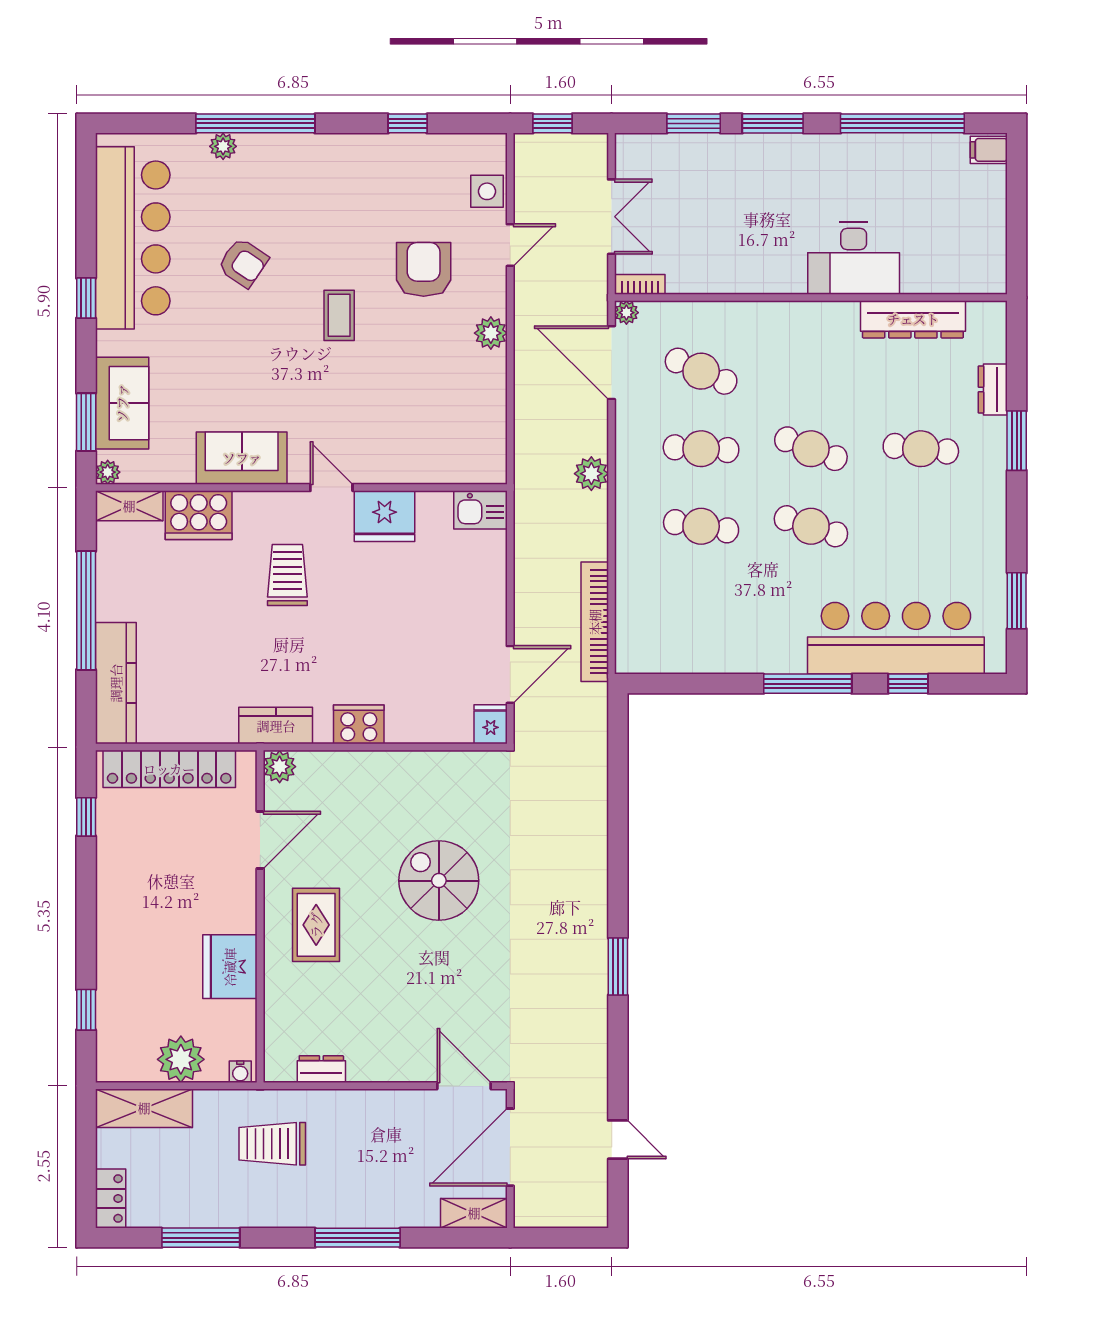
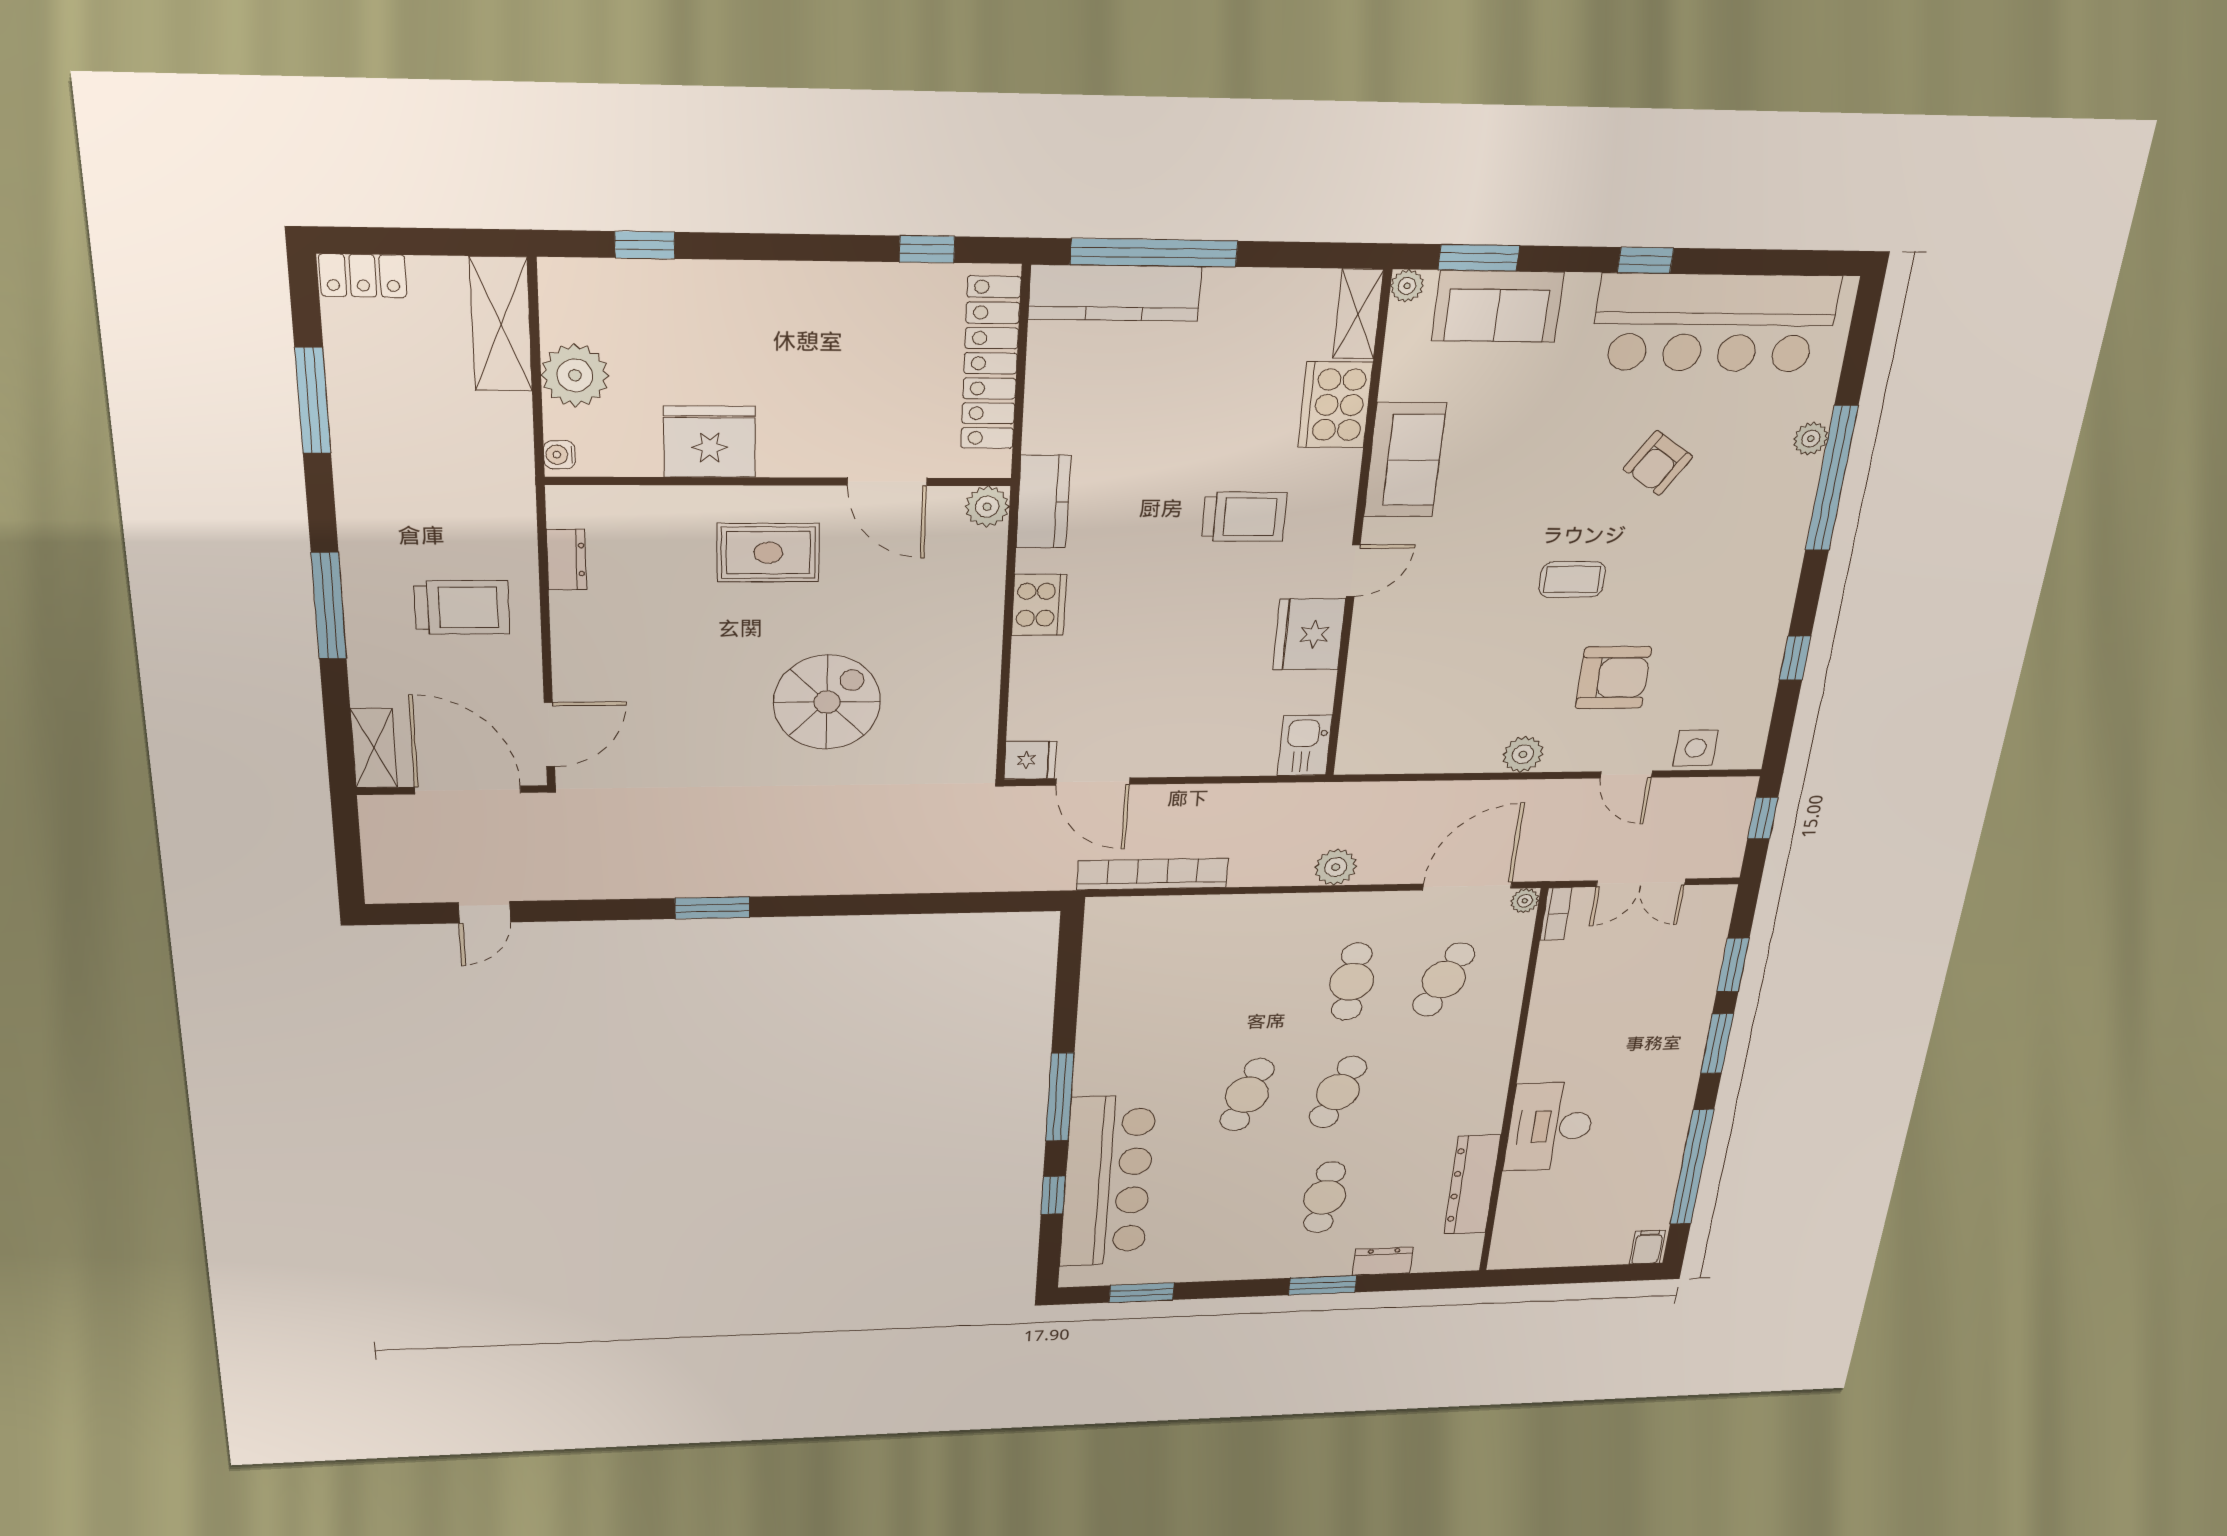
cafe table: (701, 526) -> (1259, 984), removed
window: (86, 610) -> (1154, 253), moved
trolley: (272, 1144) -> (462, 607), moved, turned 90

